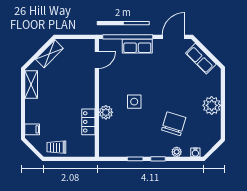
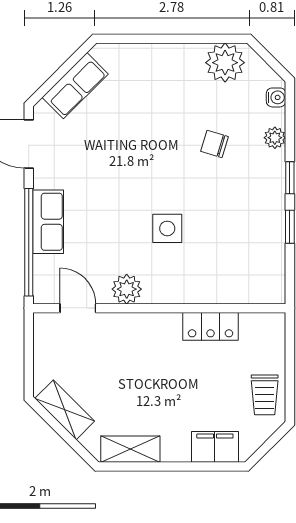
plant: (212, 105) -> (225, 63), moved
plant: (106, 112) -> (127, 289), moved
chair: (174, 124) -> (215, 144), width x0.54, depth x0.54
filing cabinet: (32, 129) -> (215, 447), width x2.00

